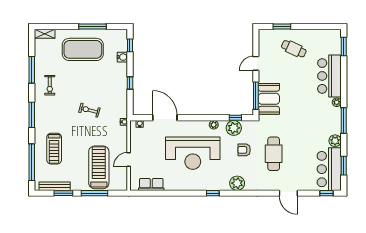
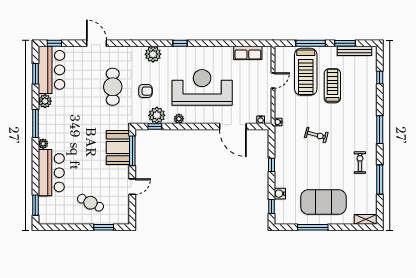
treadmill: (54, 149) -> (332, 86), moved
window: (32, 162) -> (380, 77), width x0.32

